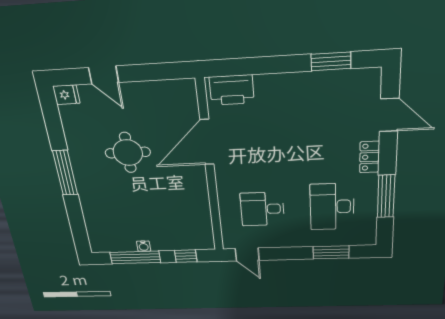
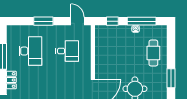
window: (65, 173) -> (171, 78), width x0.69
cafe table: (105, 211) -> (153, 53), added
window: (331, 252) -> (43, 21), moved

